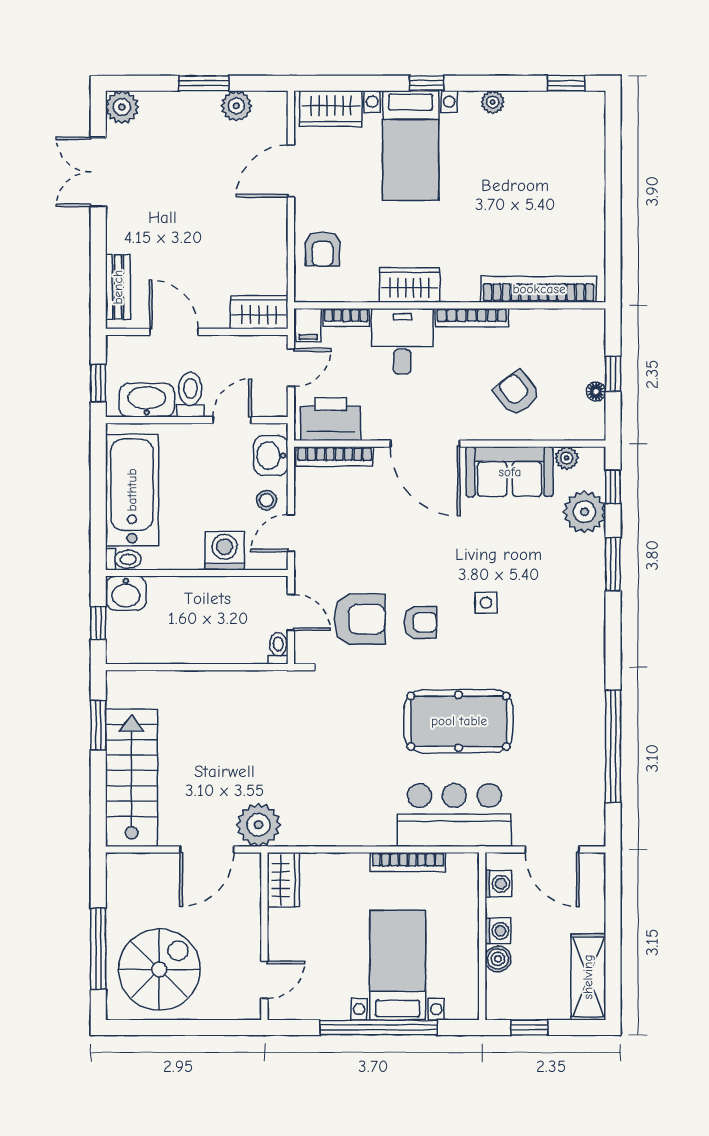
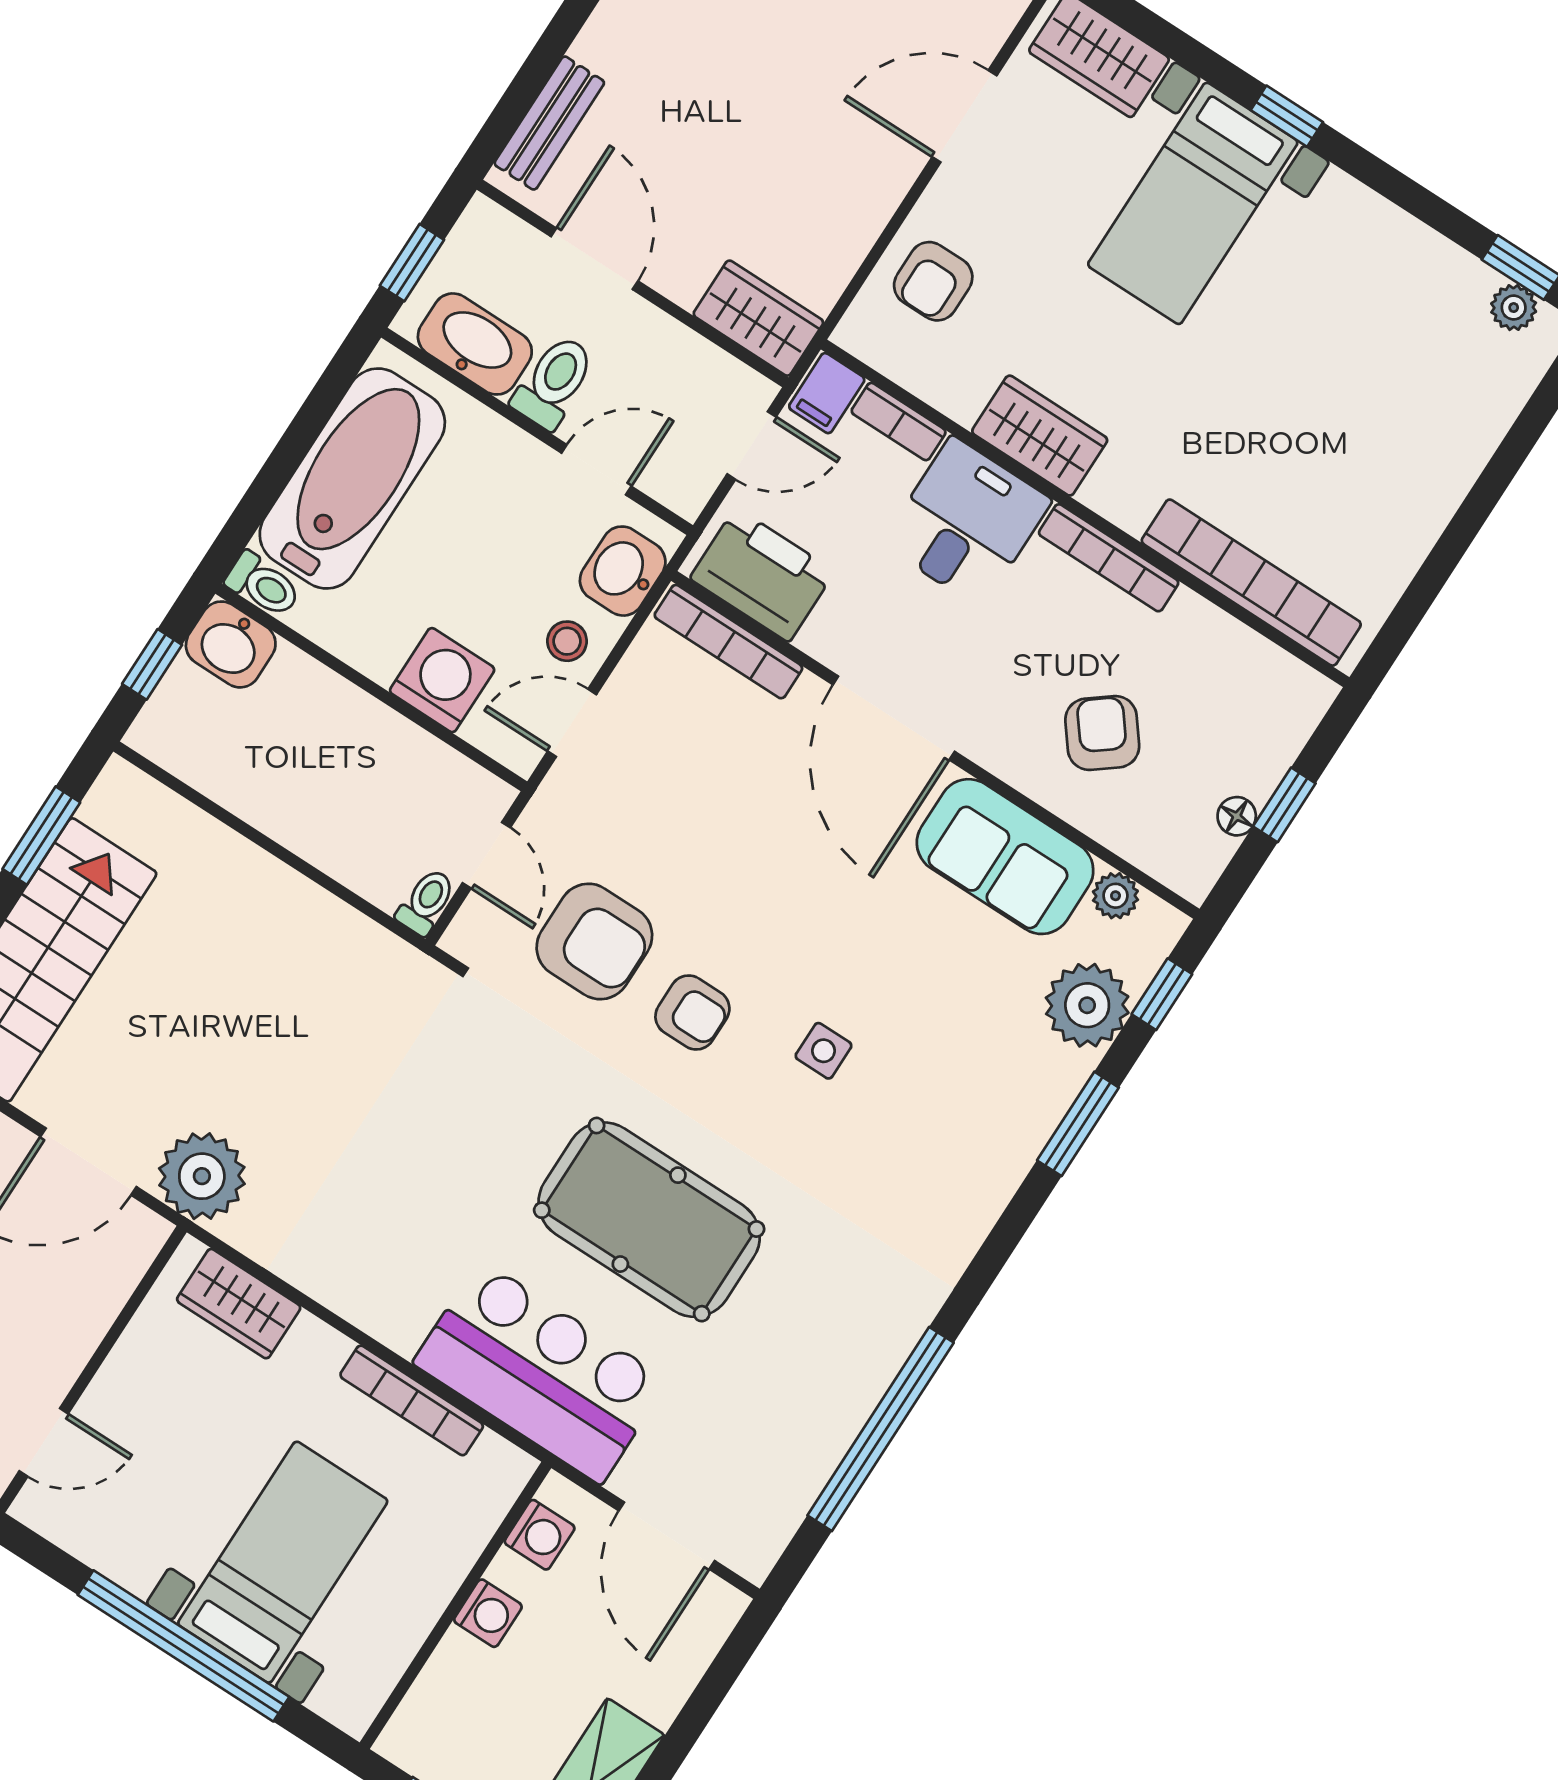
plant: (493, 102) -> (1514, 308), moved
wardrobe: (283, 880) -> (239, 1304), moved, turned 90
boiler: (498, 959) -> (458, 1660), removed

